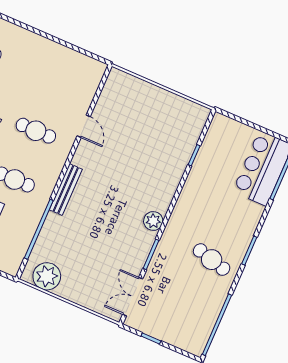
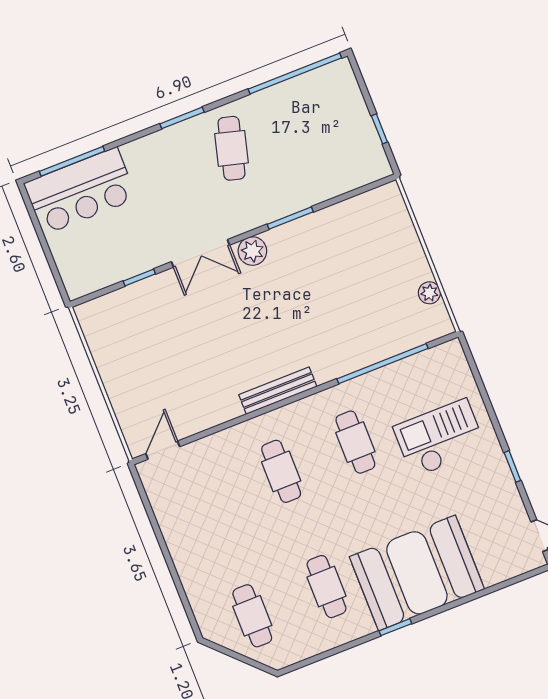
door: (84, 126) -> (163, 450), moved
bench: (66, 189) -> (278, 391), moved
plant: (47, 276) -> (429, 293), width x0.53, depth x0.53
double door: (133, 297) -> (200, 253), moved

